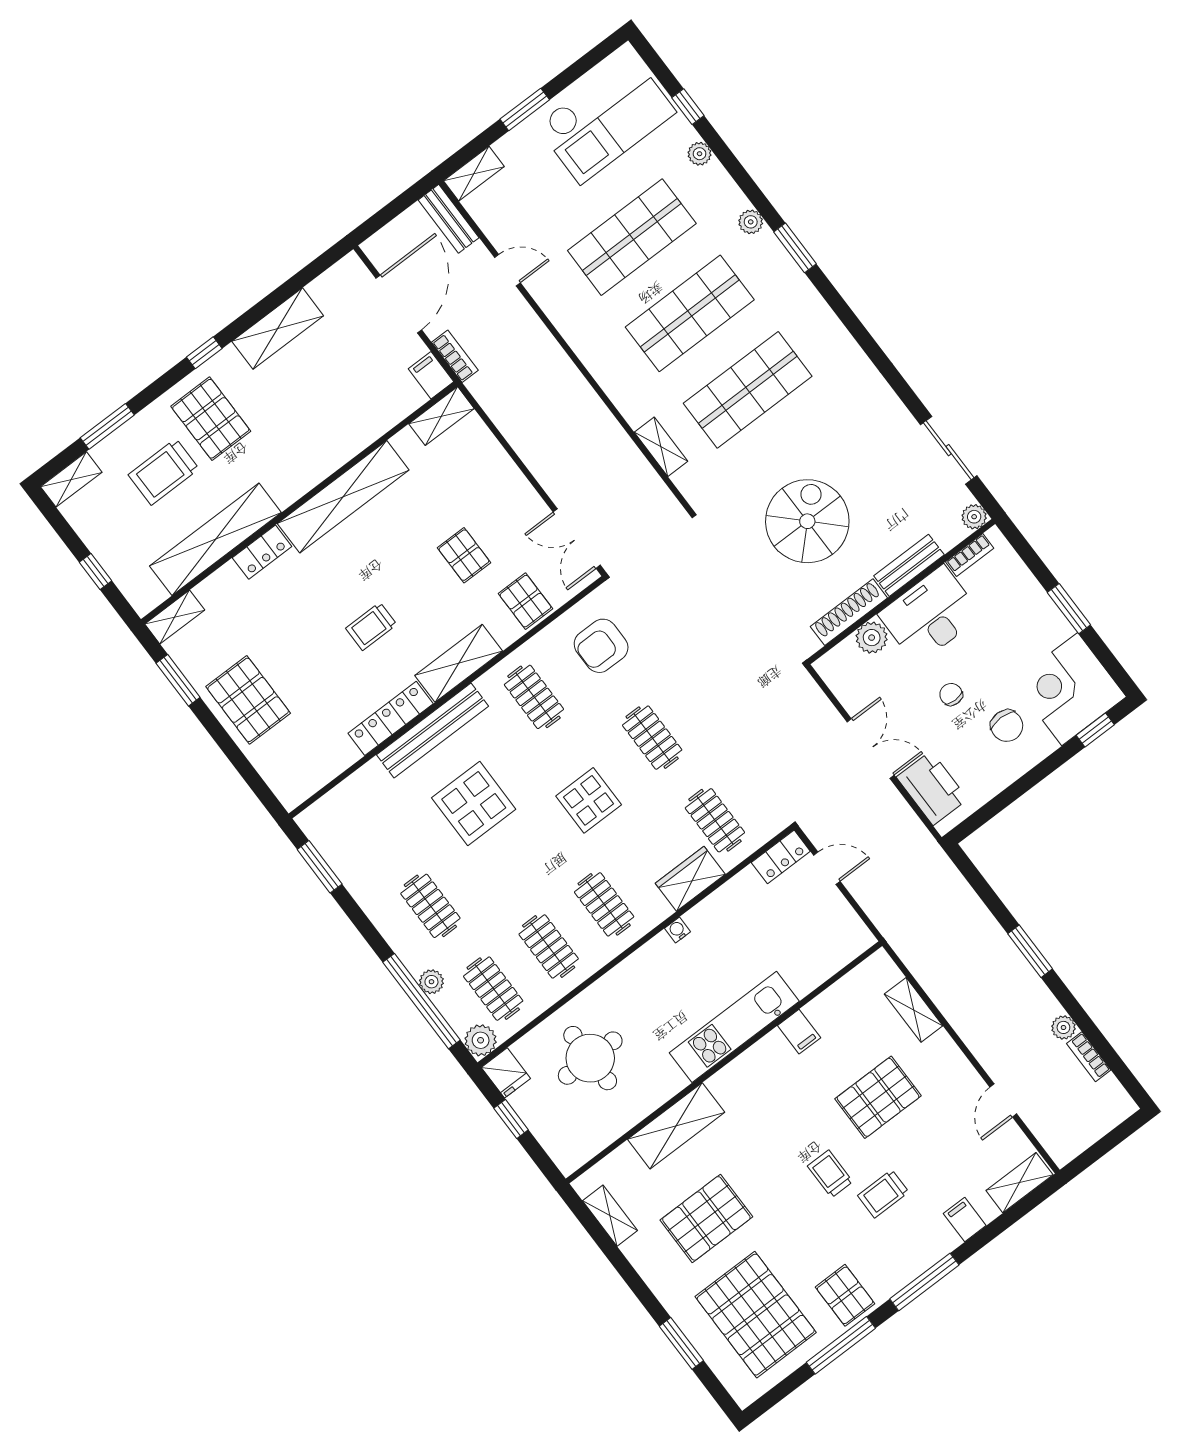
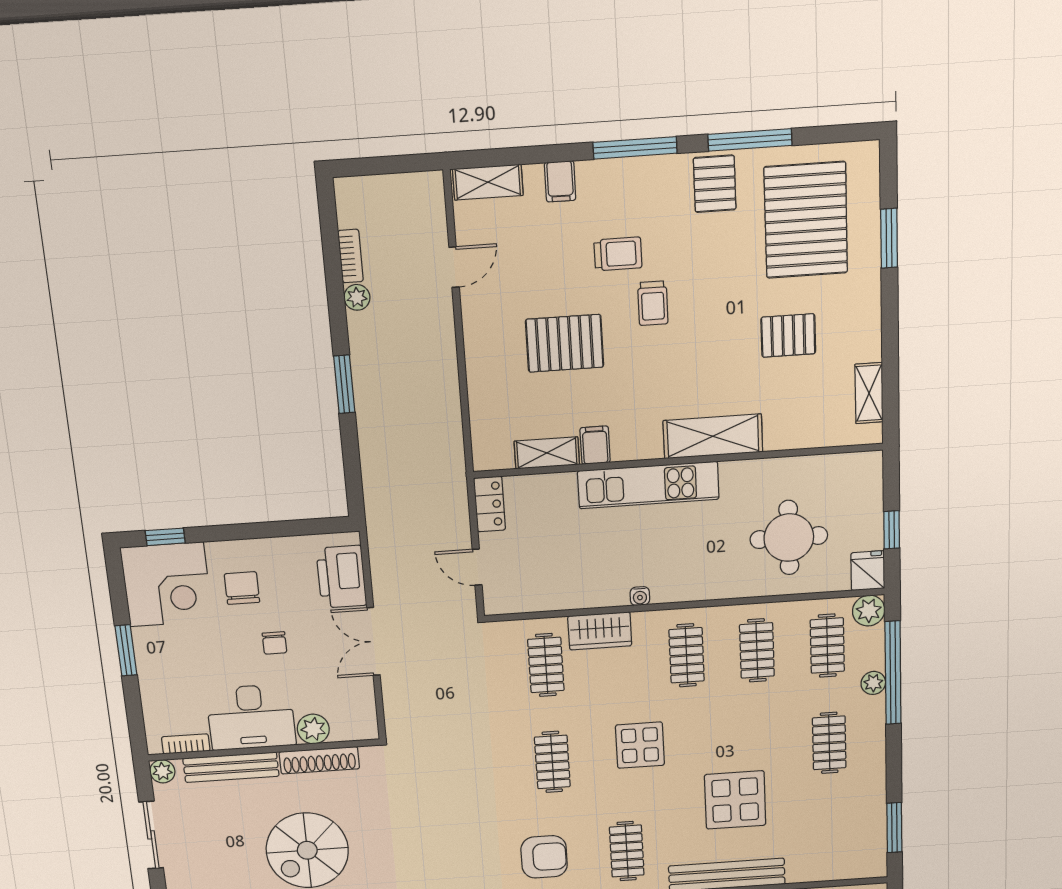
bench: (909, 565) -> (231, 767), width x1.36
locker: (781, 857) -> (490, 504), moved, turned 90
shelving: (914, 1010) -> (547, 453), moved, turned 90
shelving: (676, 1126) -> (713, 436), moved
pallet: (706, 1218) -> (788, 336), width x0.67, depth x0.71

